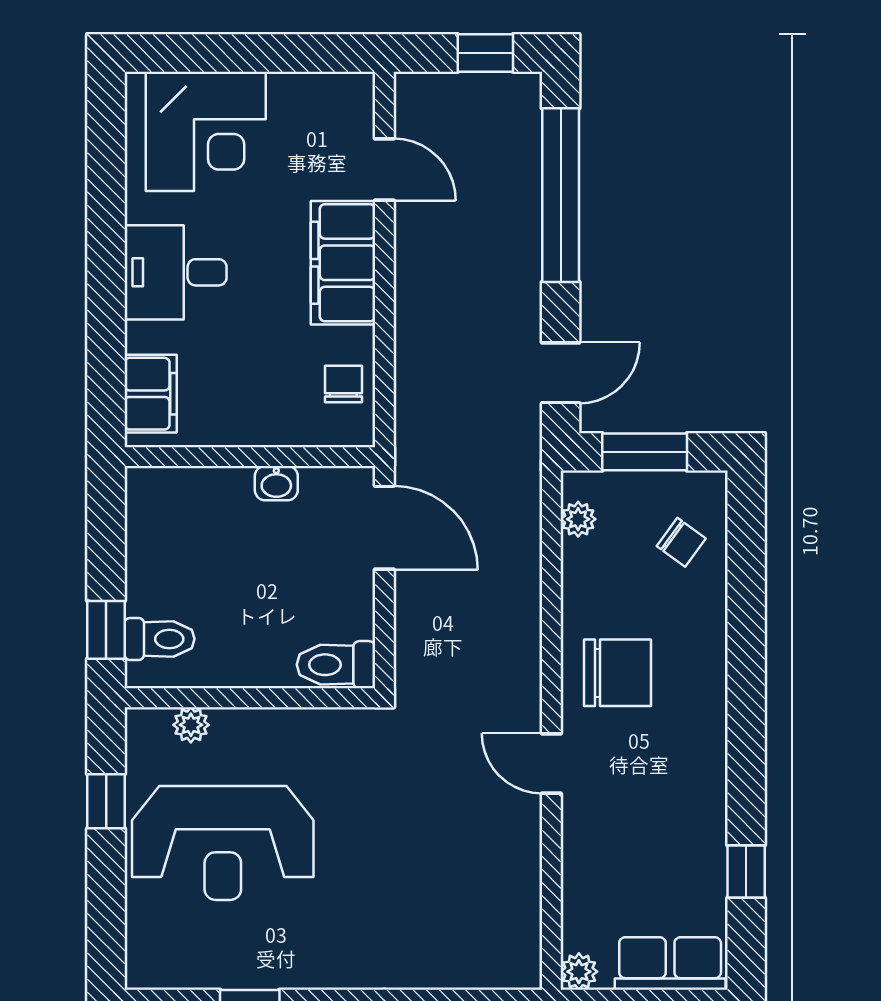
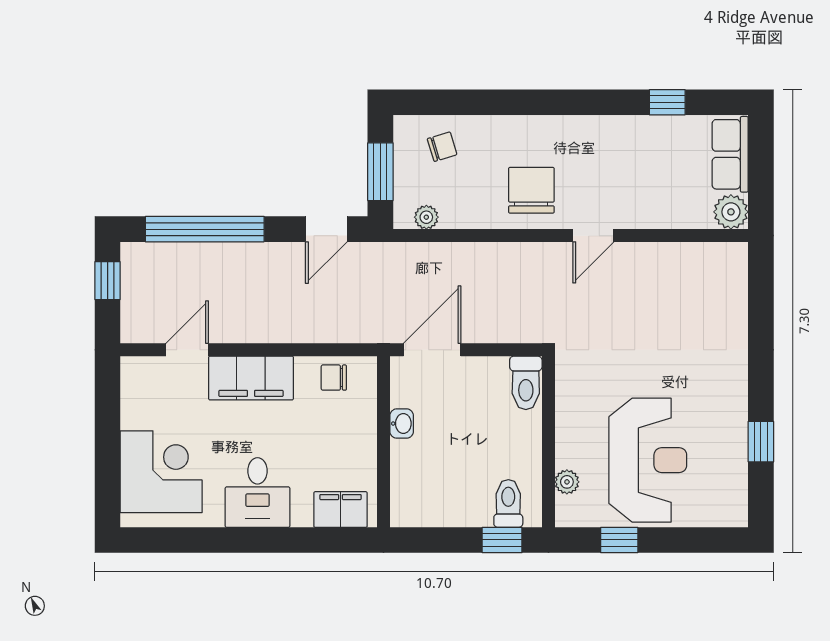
door: (561, 373) -> (326, 229), swing flipped
chair: (681, 542) -> (442, 147), turned 37
plant: (579, 972) -> (731, 212), width x1.38, depth x1.38

